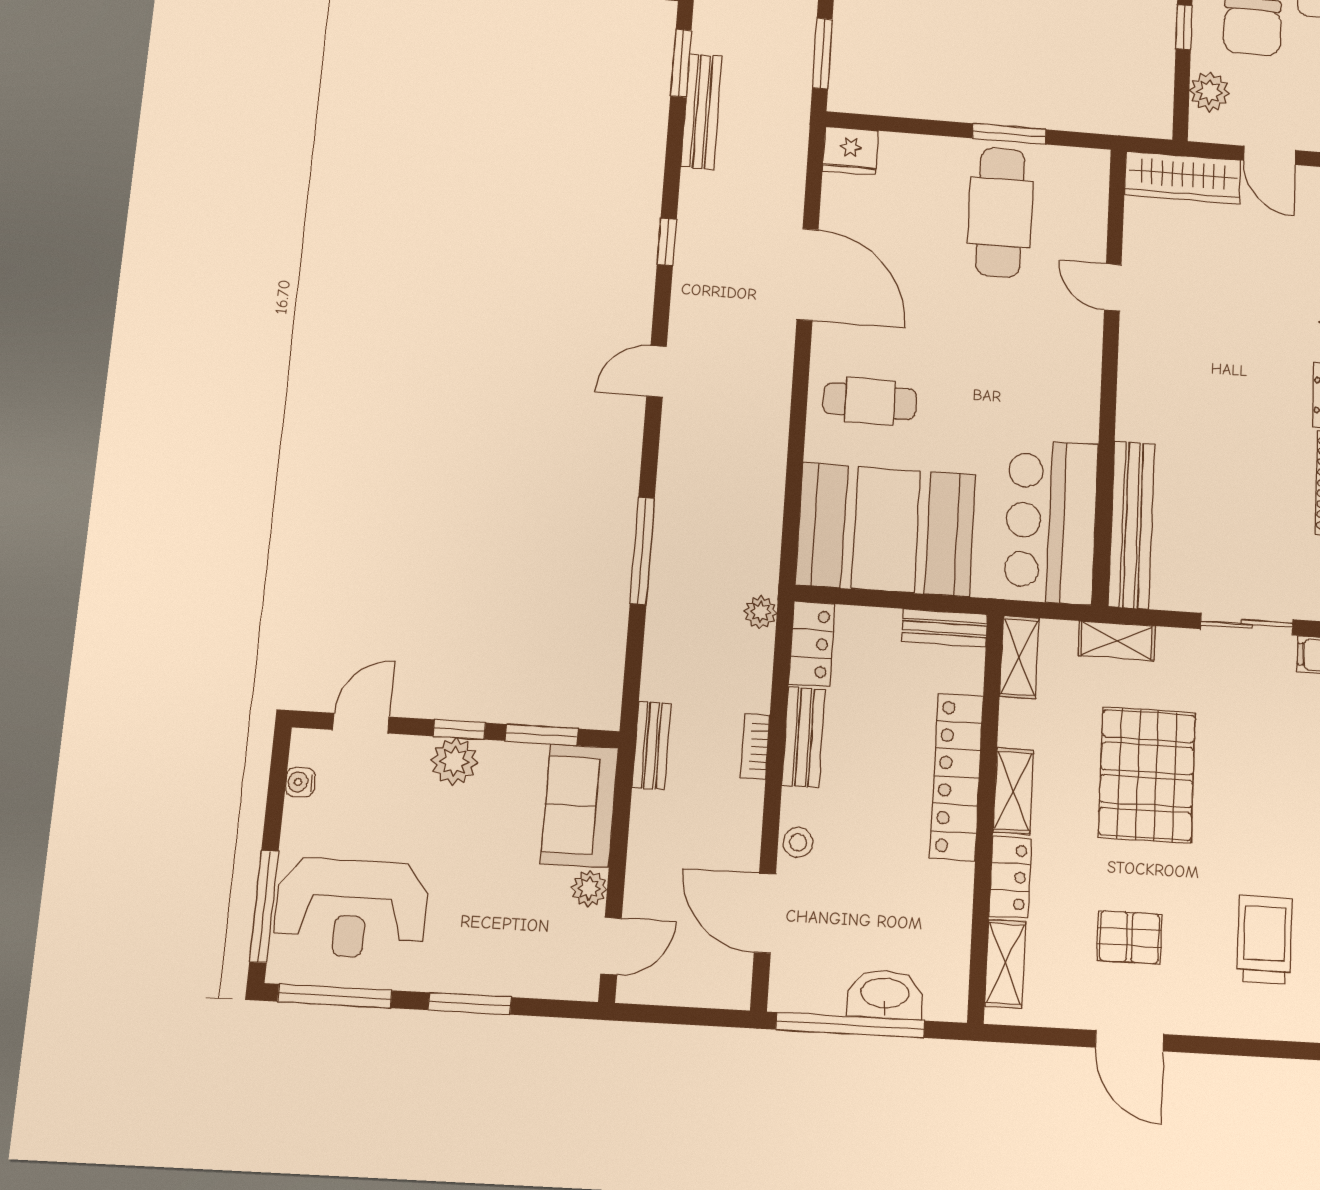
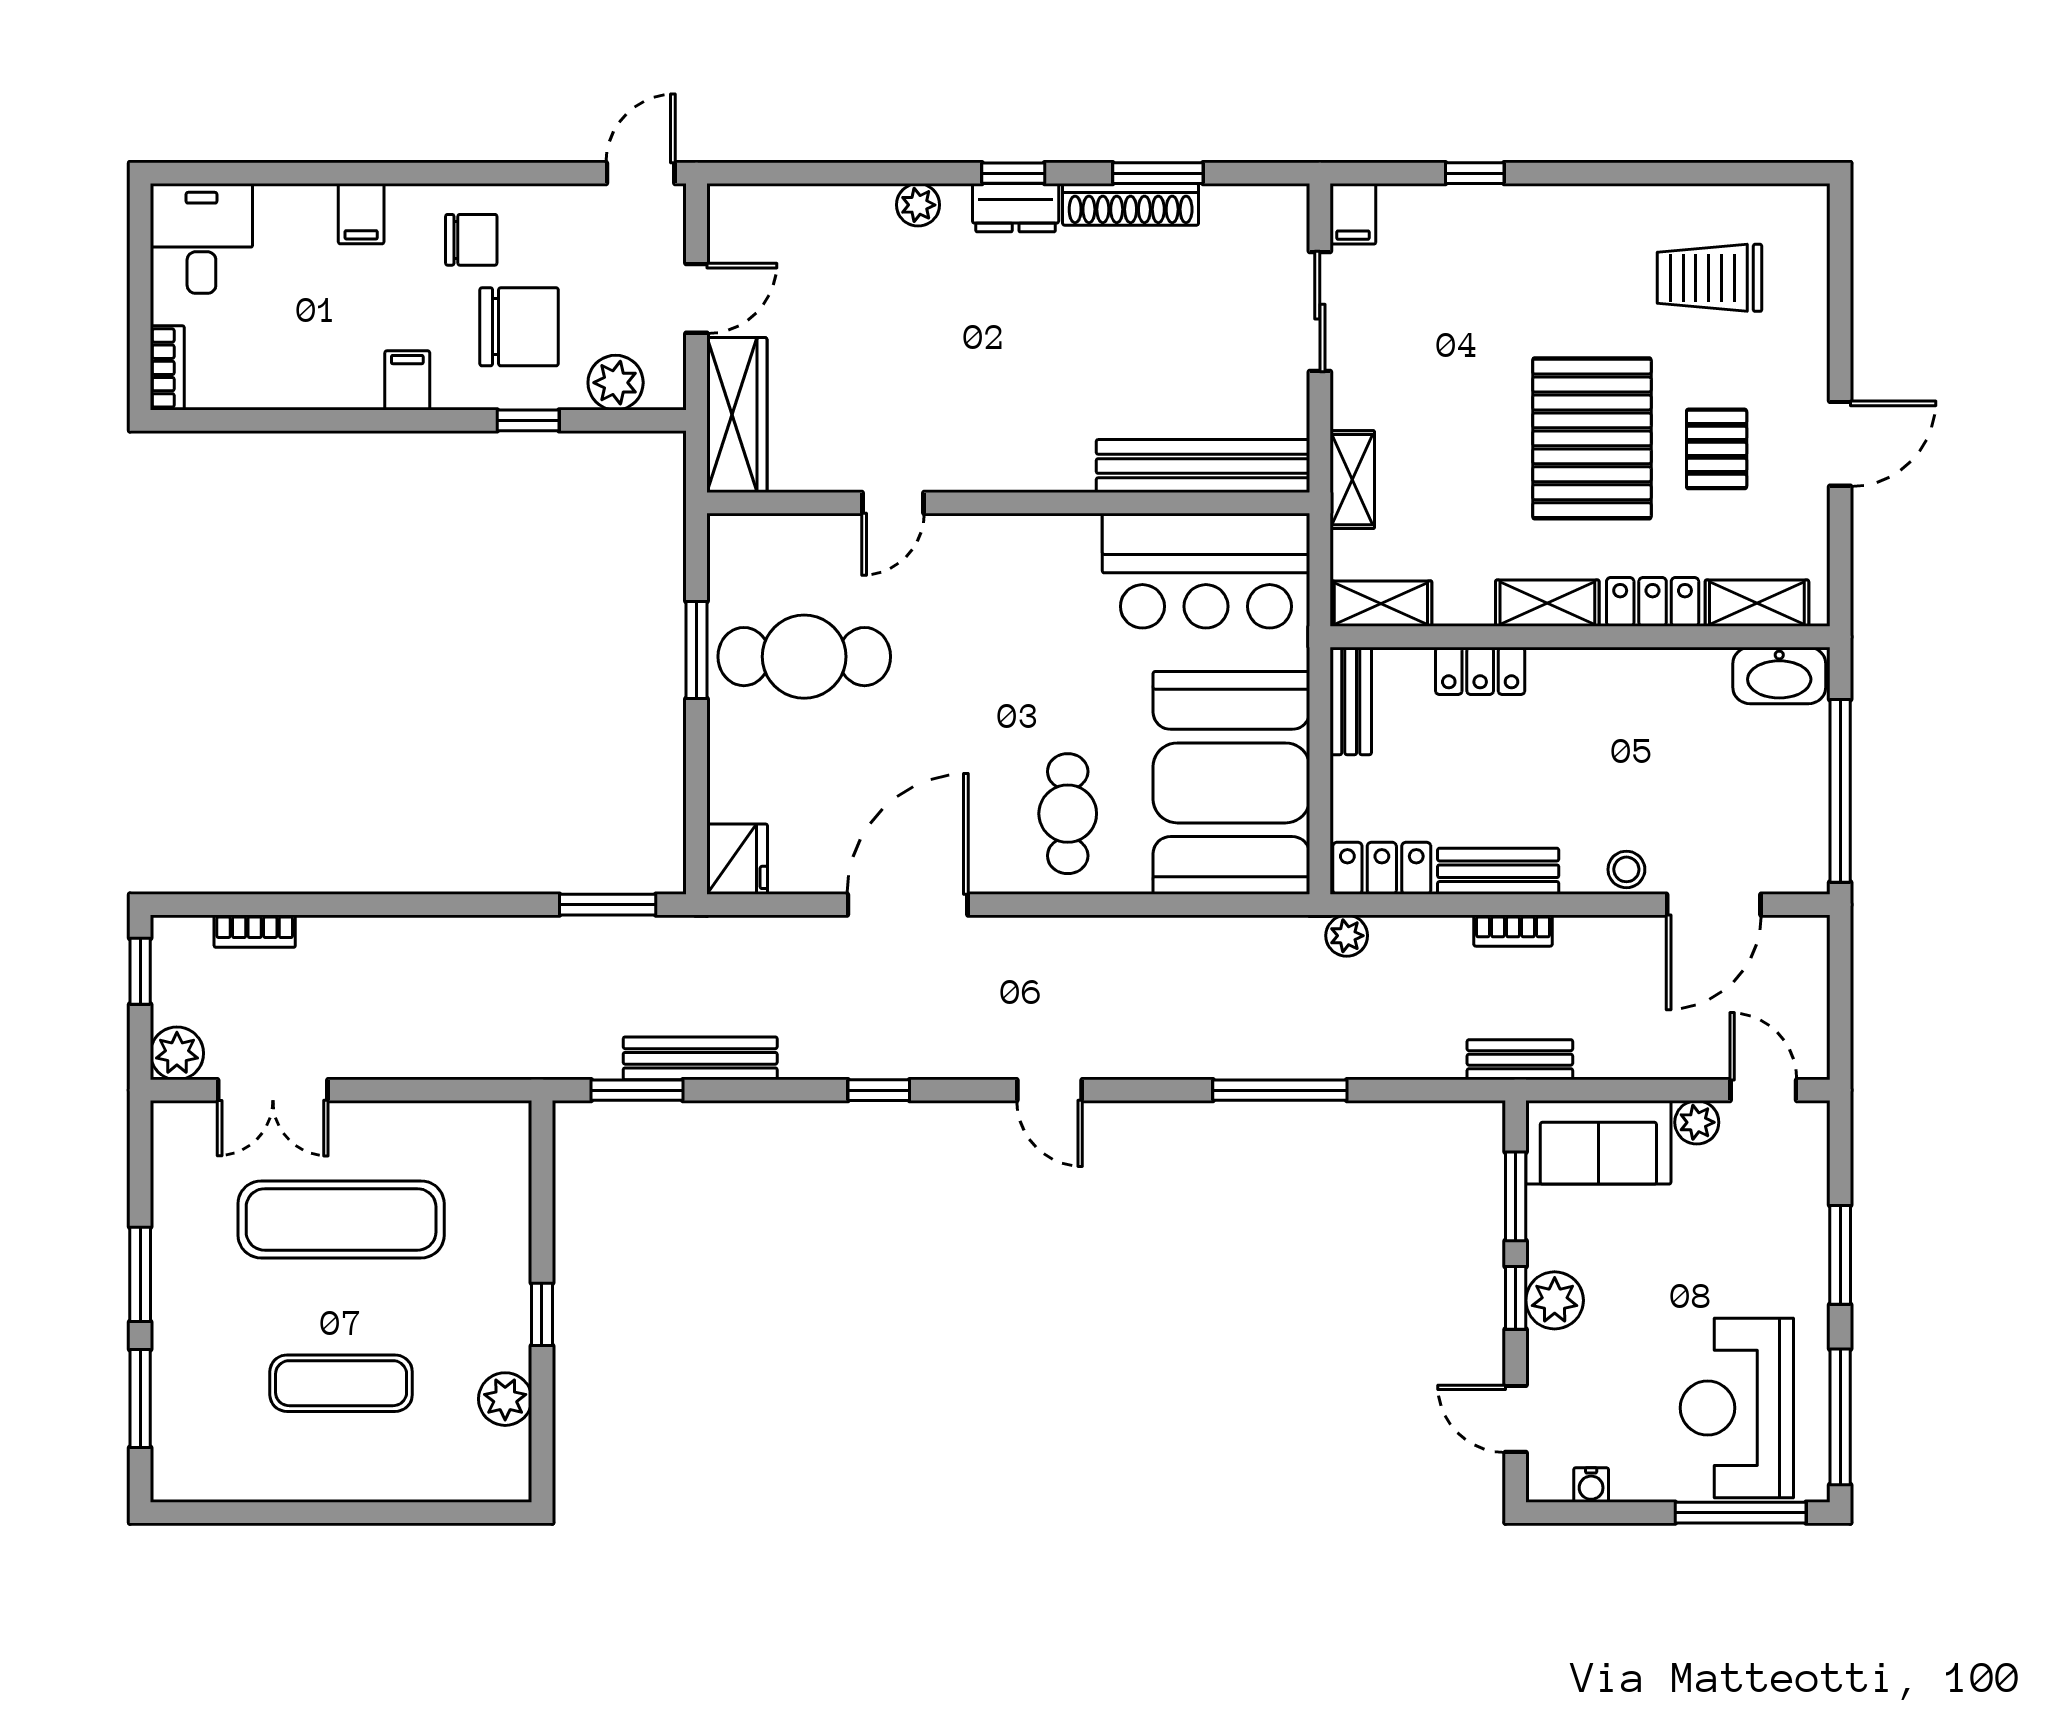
pallet: (1147, 775) -> (1592, 438), moved, turned 90
locker: (957, 777) -> (1480, 671), width x0.46, depth x0.83
reception desk: (351, 908) -> (1737, 1408), turned 180
washbasin: (885, 994) -> (1779, 675), moved, turned -90

